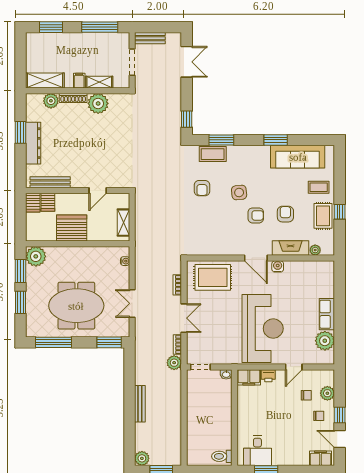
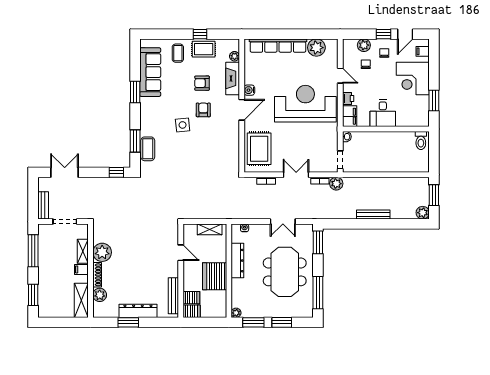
armchair: (202, 188) -> (179, 158), removed
dresser: (89, 253) -> (237, 261), added
plant: (36, 256) -> (236, 313), width x0.53, depth x0.53
row of seats: (327, 314) -> (278, 46), width x2.02
corner desk: (290, 447) -> (413, 79), added
desk: (257, 451) -> (383, 113), moved, turned 90
filing cabinet: (321, 458) -> (423, 51), width x0.50

